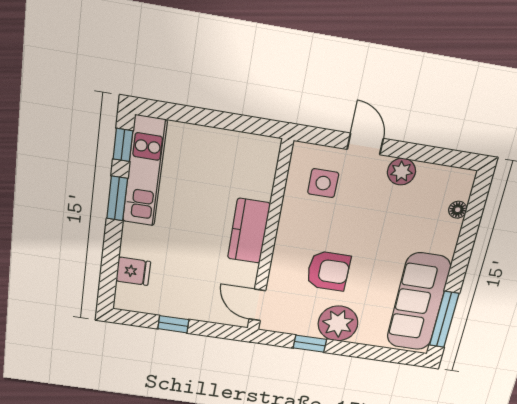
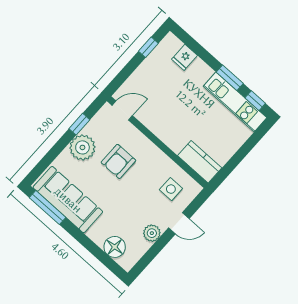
floor lamp: (458, 210) -> (115, 247), width x1.89, depth x1.89
kitchen counter: (249, 231) -> (200, 162), moved
window: (173, 324) -> (148, 47), moved

